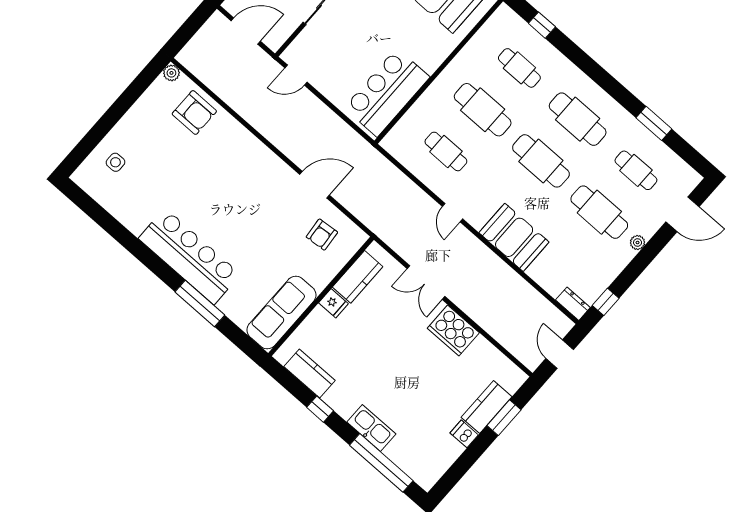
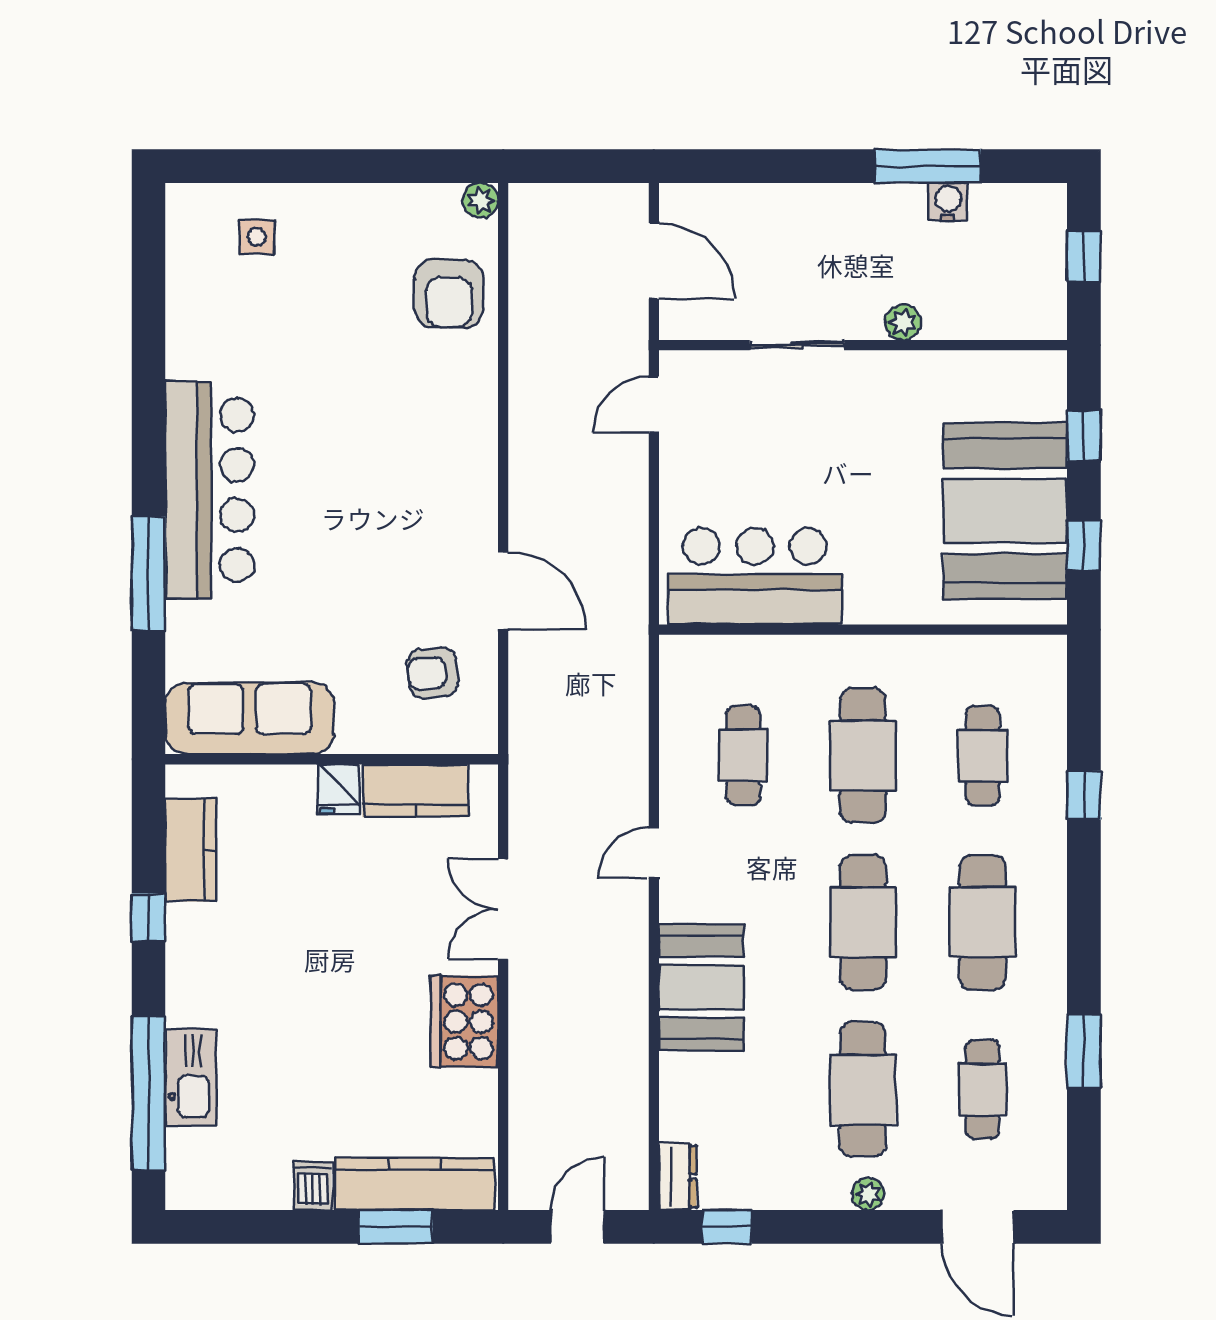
window: (542, 25) -> (1084, 795), moved
door: (296, 75) -> (654, 405), hinge flipped
kitchen counter: (487, 407) -> (415, 1184), width x1.50
kitchen sink: (371, 428) -> (191, 1077), moved

